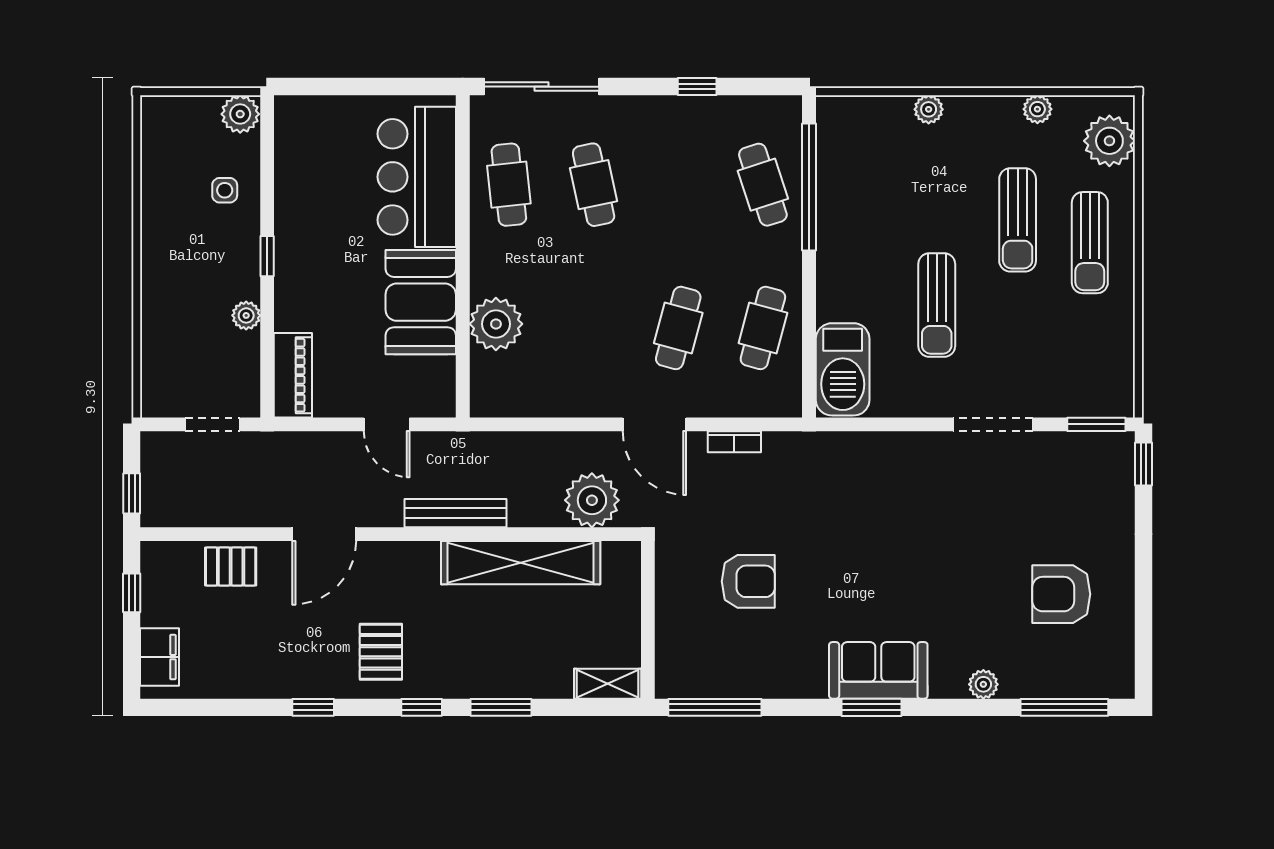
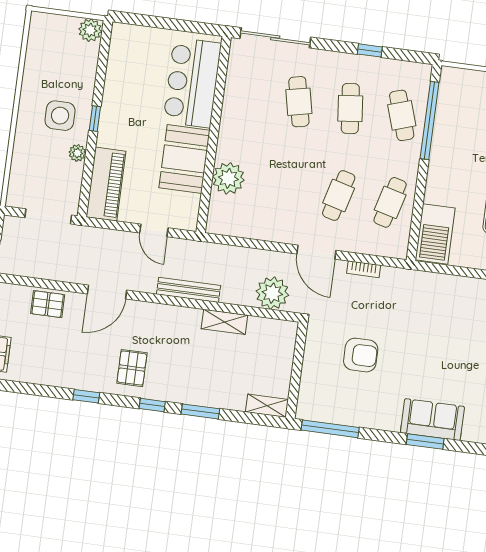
cafe table: (509, 185) -> (350, 109), moved
side table: (225, 190) -> (60, 116), moved, width x1.87, depth x1.87
piano: (293, 375) -> (106, 184), width x1.37, depth x1.33
doorway: (213, 424) -> (48, 216), width x1.38
shelving: (521, 563) -> (224, 322), width x0.45, depth x0.75

